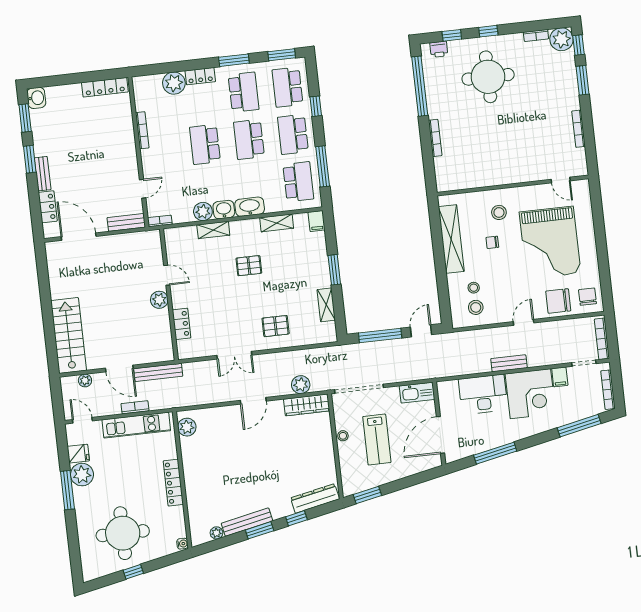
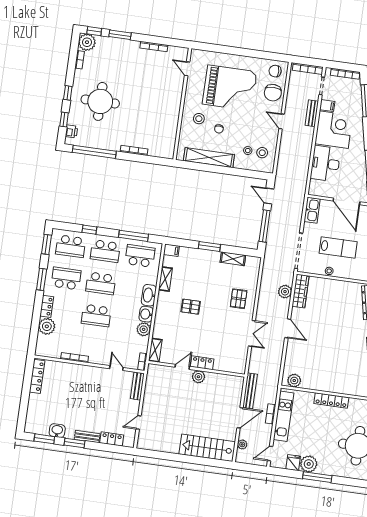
washbasin: (36, 98) -> (57, 431), moved
door: (561, 180) -> (187, 69), swing flipped
shelving: (213, 230) -> (155, 350), moved
door: (79, 237) -> (139, 422), width x0.53
pallet: (249, 266) -> (191, 307), turned 90
locker: (182, 324) -> (202, 363), moved
bench: (509, 363) -> (312, 113), moved

